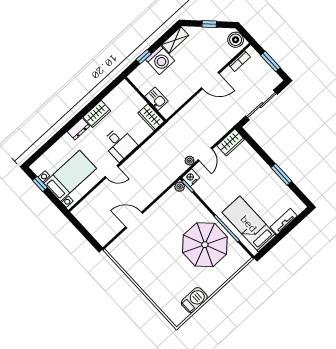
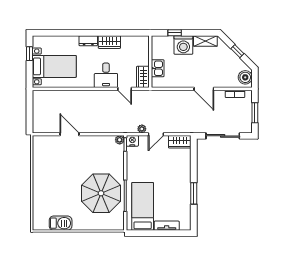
door: (112, 172) -> (125, 89), moved

